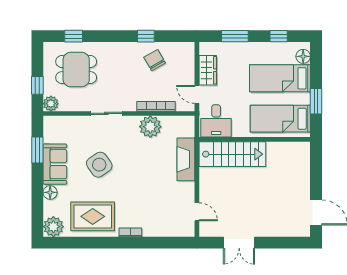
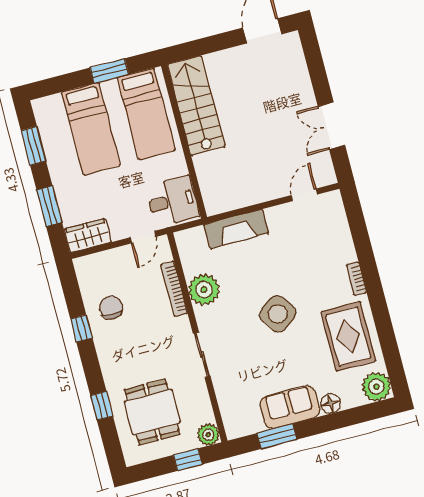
window: (74, 36) -> (102, 406), moved
window: (279, 36) -> (33, 146), width x1.50
floor lamp: (303, 56) -> (52, 105), removed
chair: (155, 60) -> (111, 308), turned 120
wardrobe: (208, 70) -> (88, 236), moved
stairs: (232, 154) -> (196, 106), moved
side table: (99, 165) -> (278, 314), moved
double door: (239, 243) -> (331, 126), swing flipped

